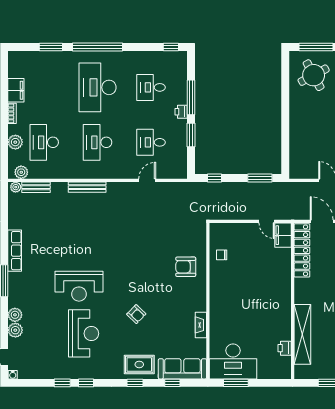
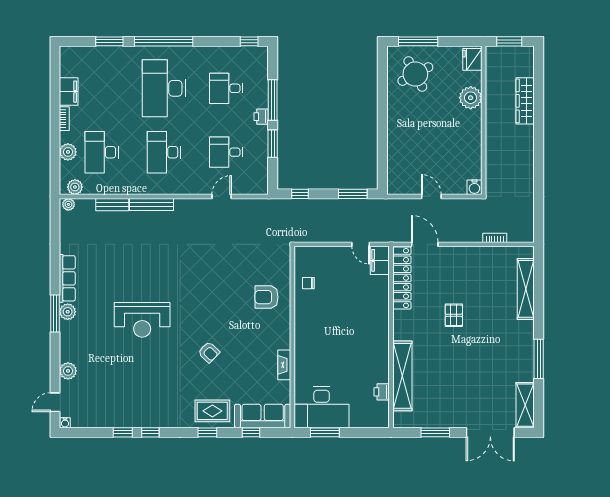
bench: (36, 187) -> (112, 205), moved
plant: (15, 315) -> (68, 312), moved
reception desk: (84, 333) -> (148, 375), removed

